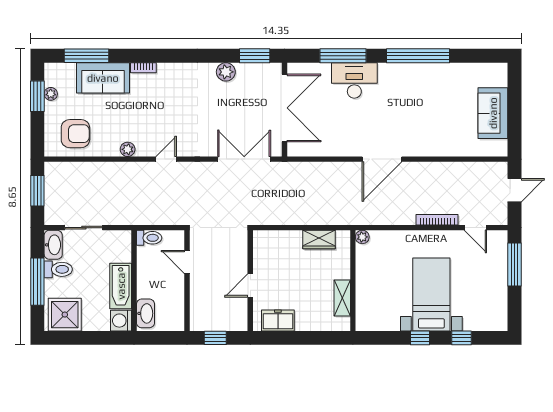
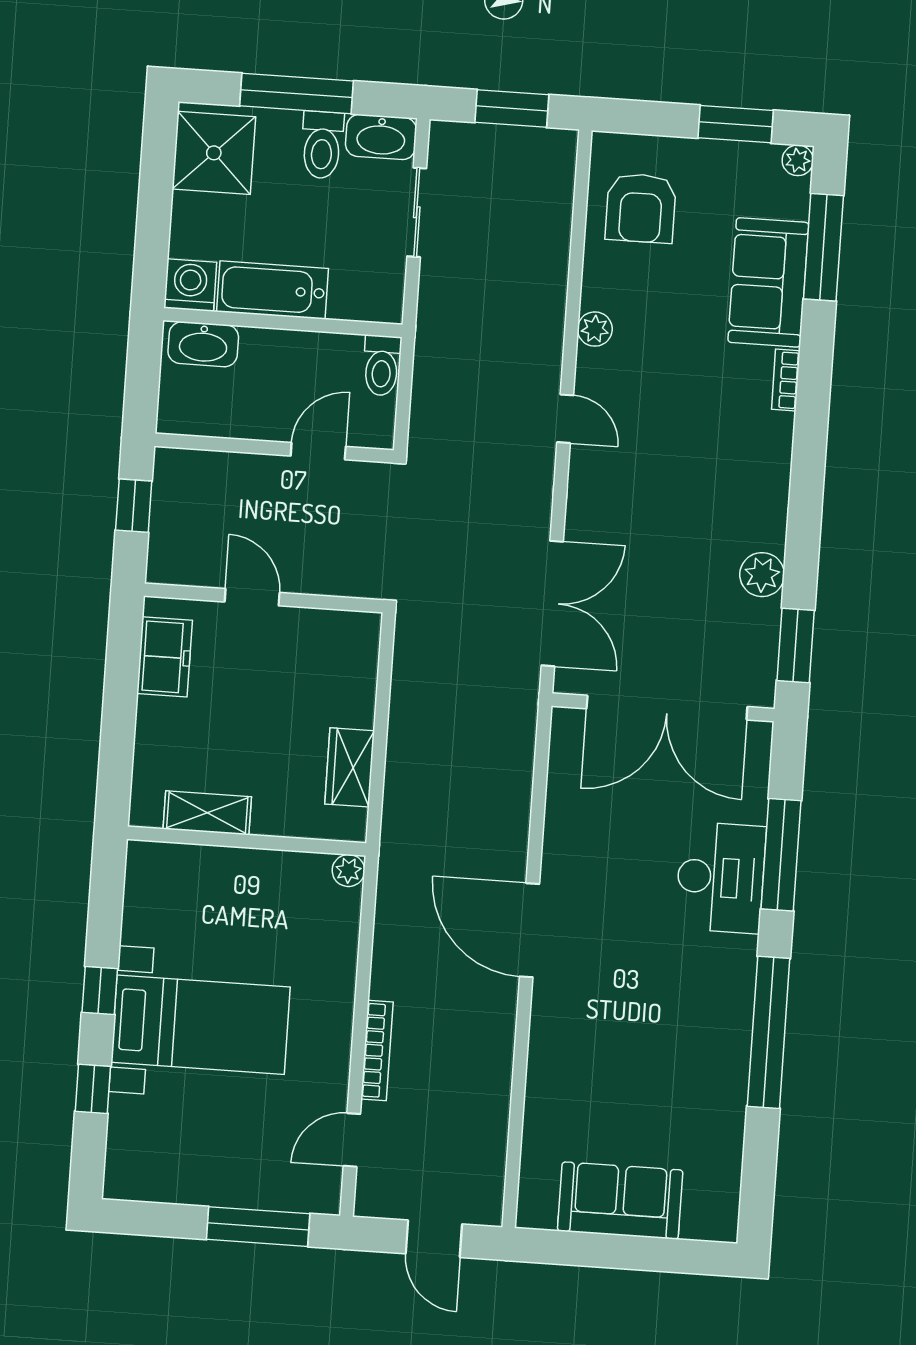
plant: (51, 94) -> (798, 160), moved

